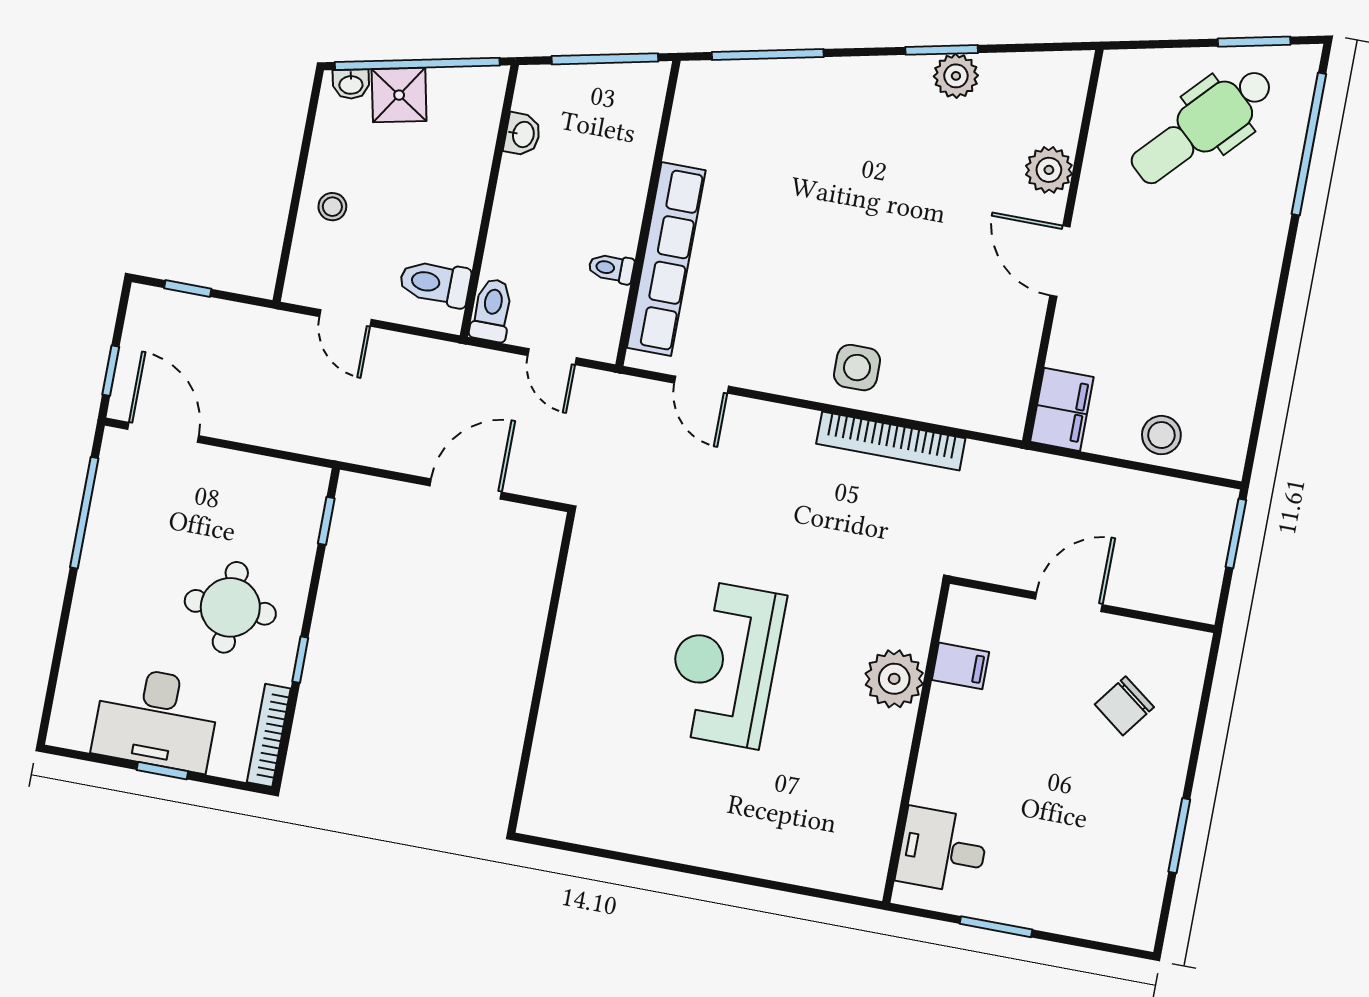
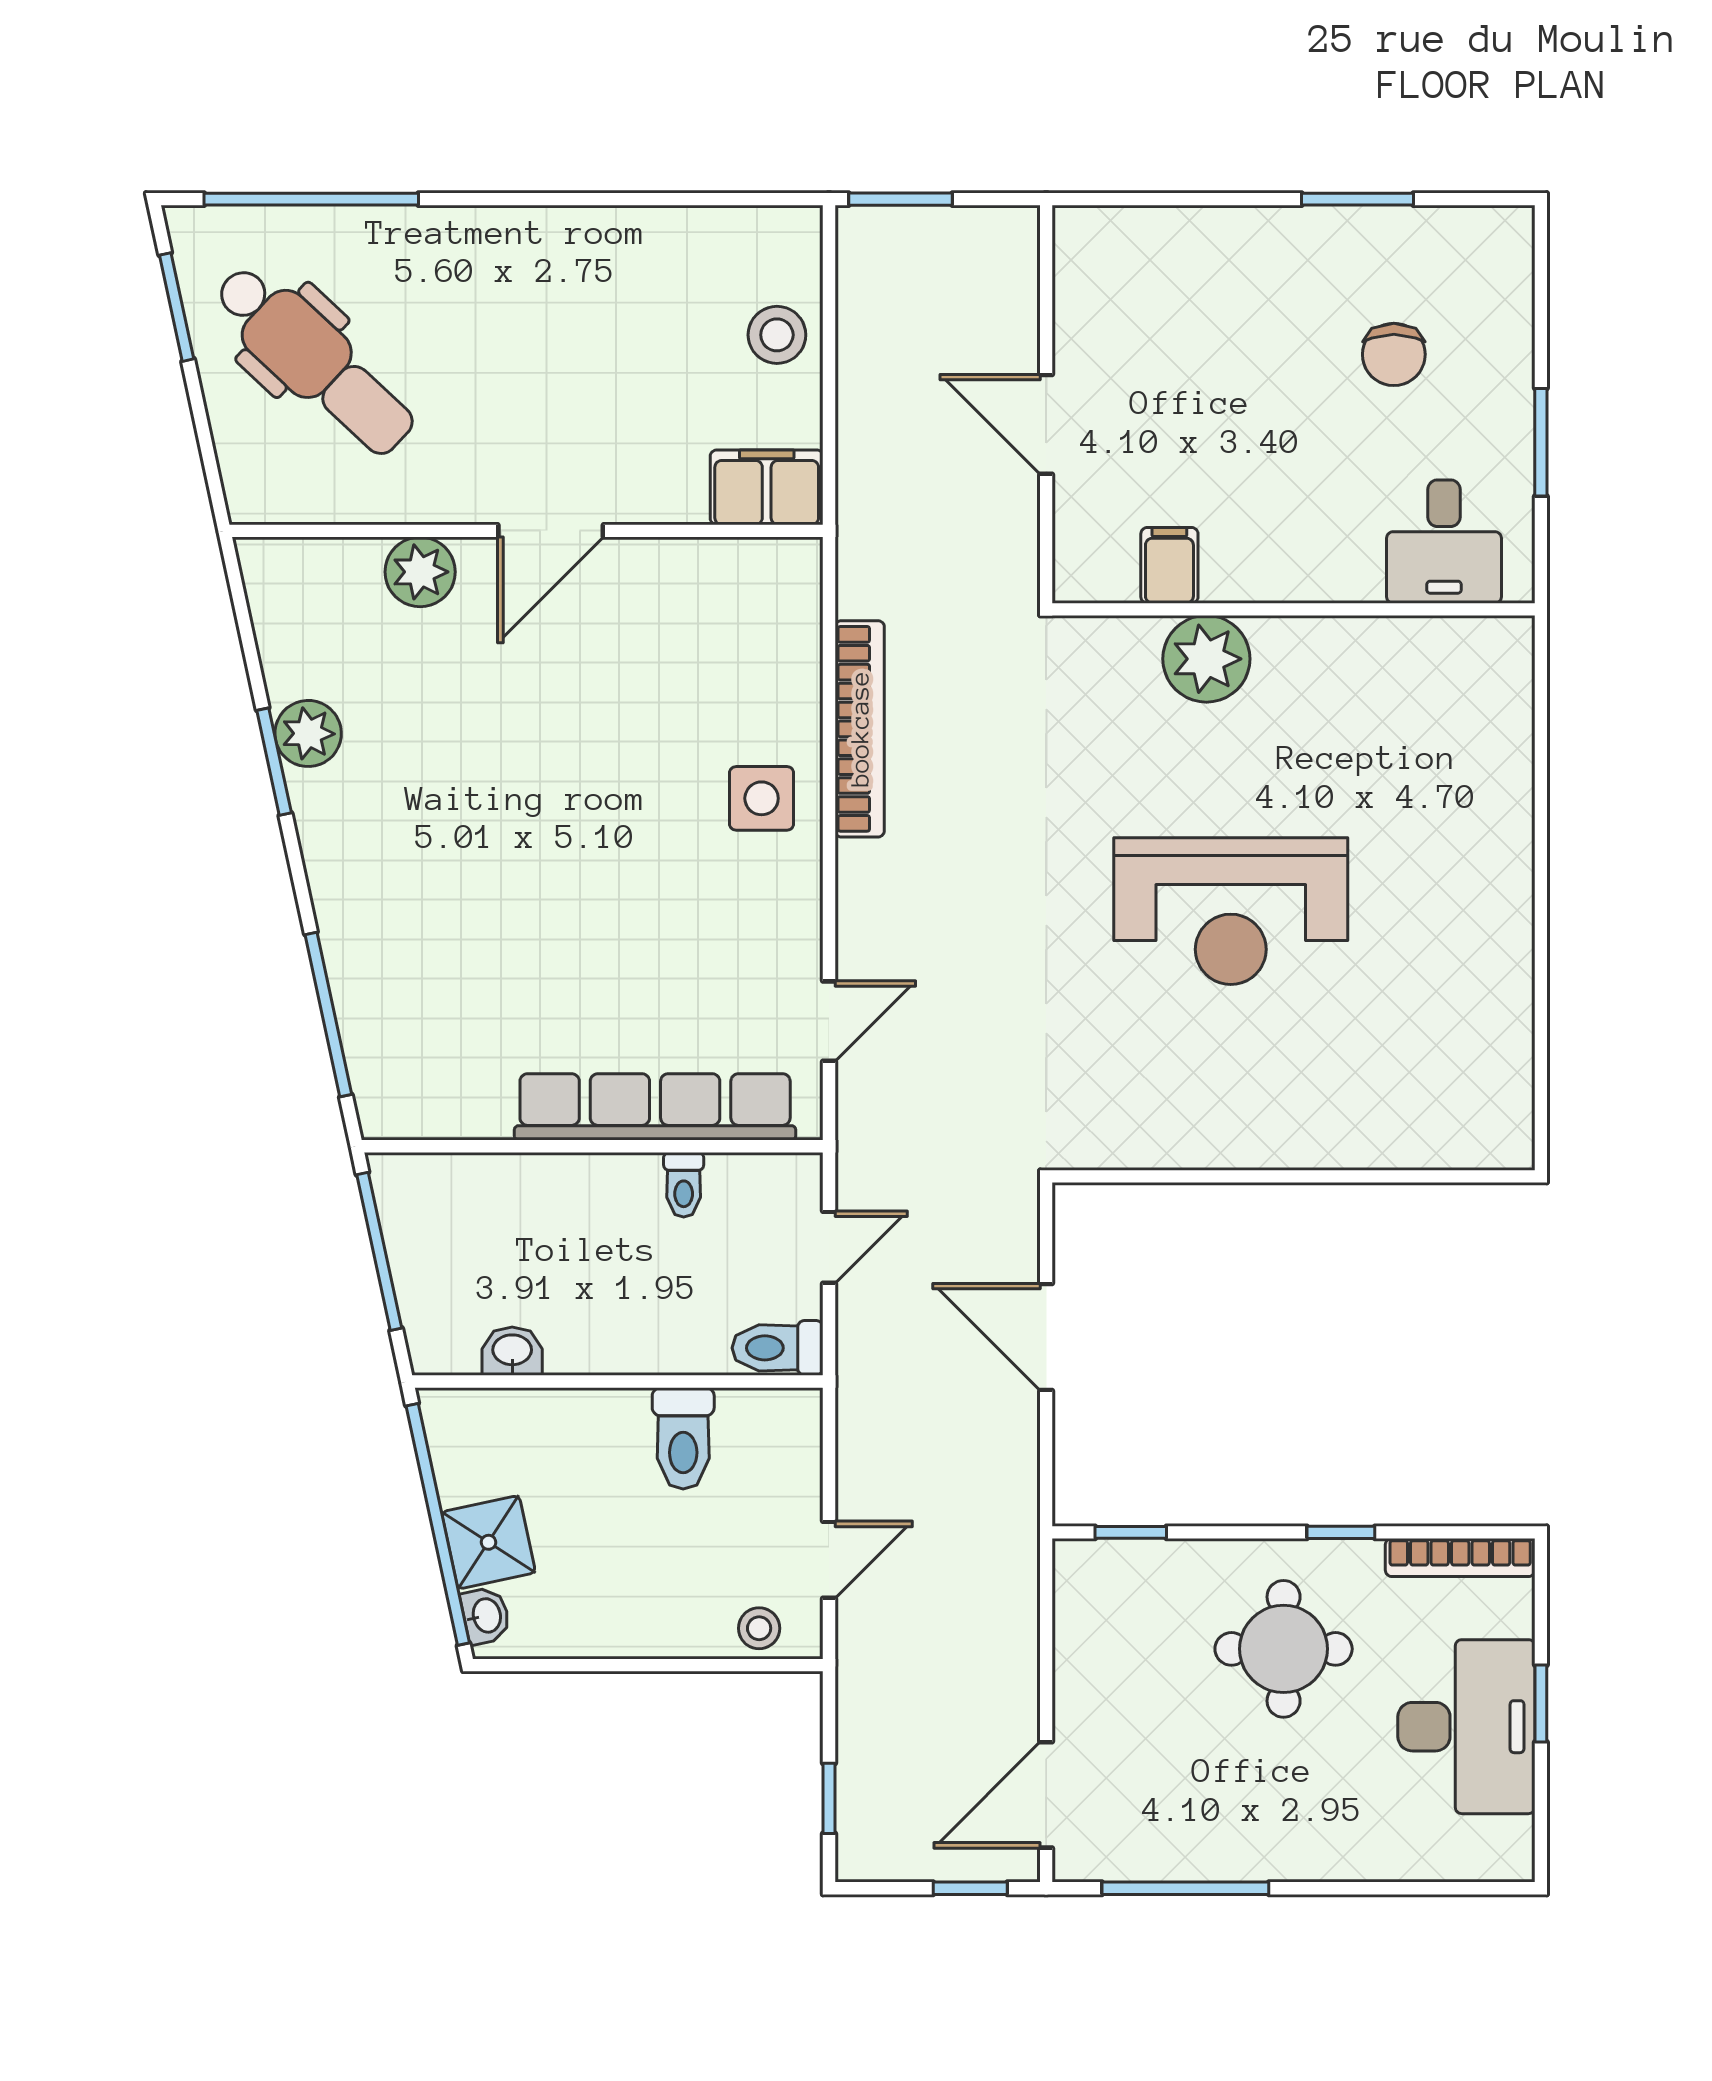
stool: (332, 207) -> (759, 1628), moved
toilet: (435, 283) -> (683, 1438), moved
chair: (1124, 706) -> (1394, 354), moved, turned 53

